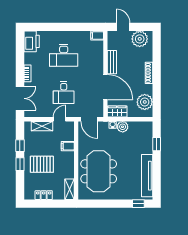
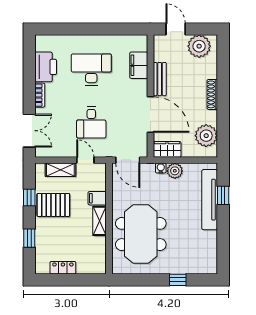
filing cabinet: (97, 36) -> (139, 65), moved, width x2.00
printer: (32, 41) -> (46, 67), moved
desk: (64, 55) -> (91, 70), turned 180
door: (59, 119) -> (85, 160), hinge flipped
window: (20, 164) -> (29, 238), moved
pallet: (42, 164) -> (53, 205), moved
tv unit: (147, 176) -> (210, 200), moved
shelving: (70, 189) -> (100, 221), moved
window: (138, 204) -> (178, 280), moved

